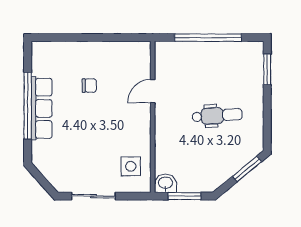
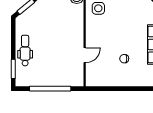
dental chair: (217, 116) -> (25, 50), moved, turned 94

